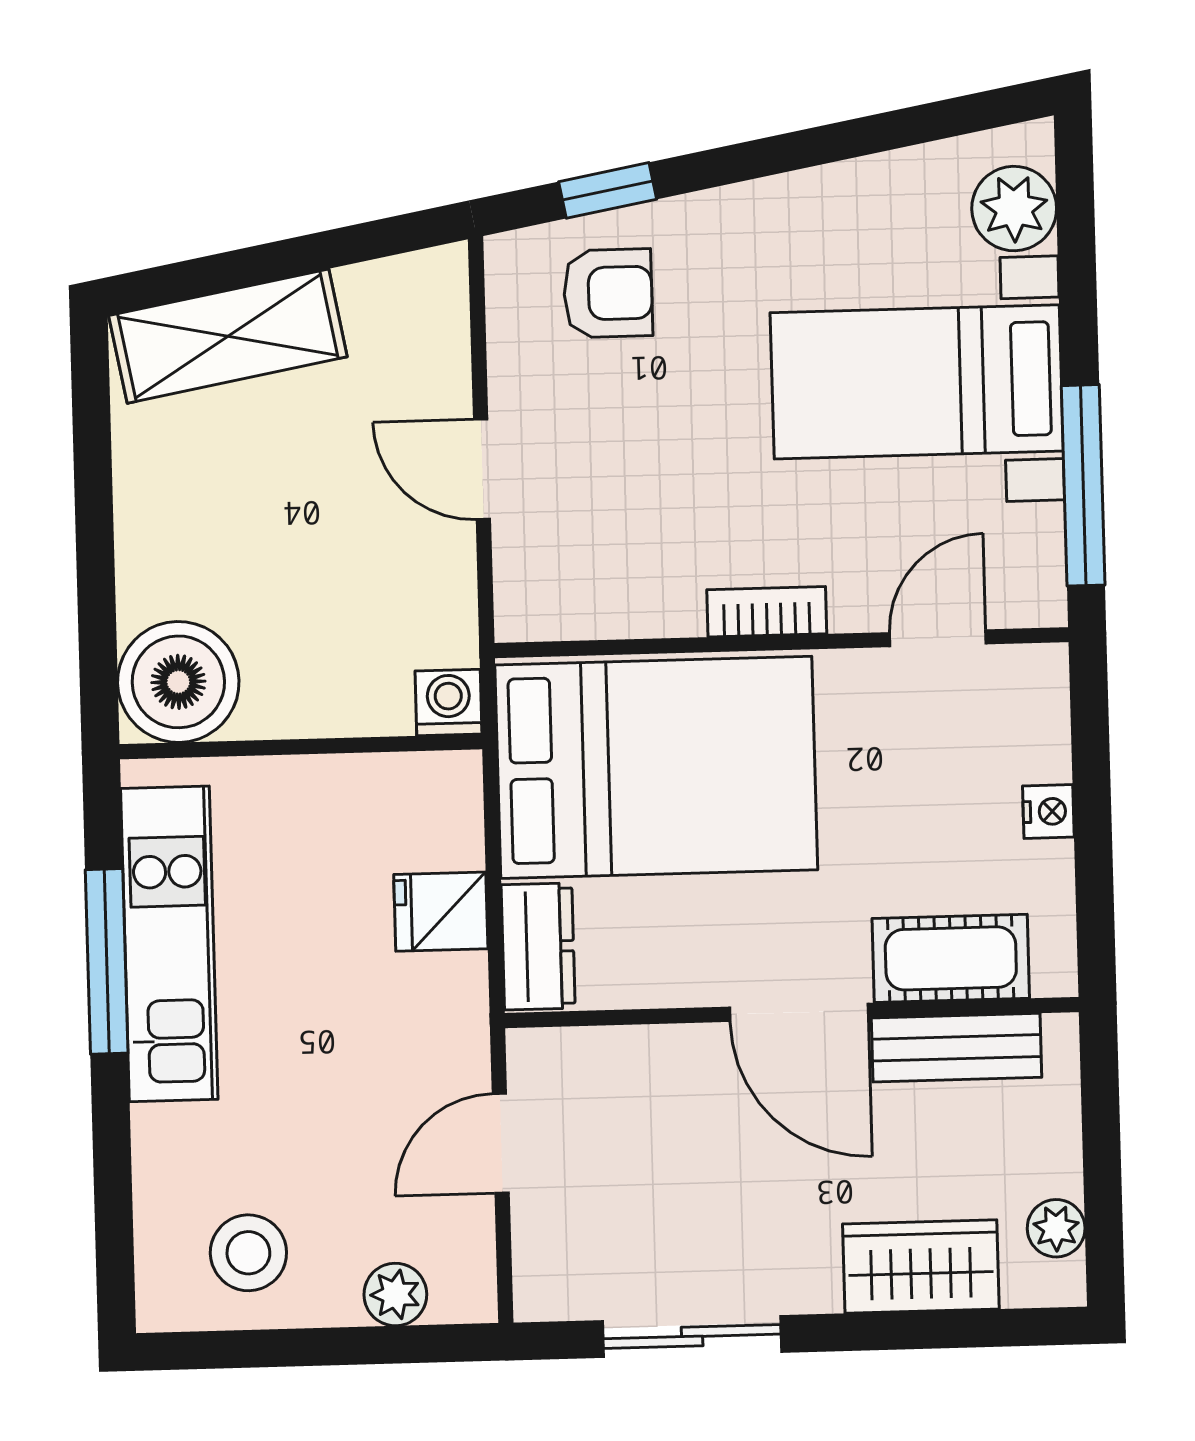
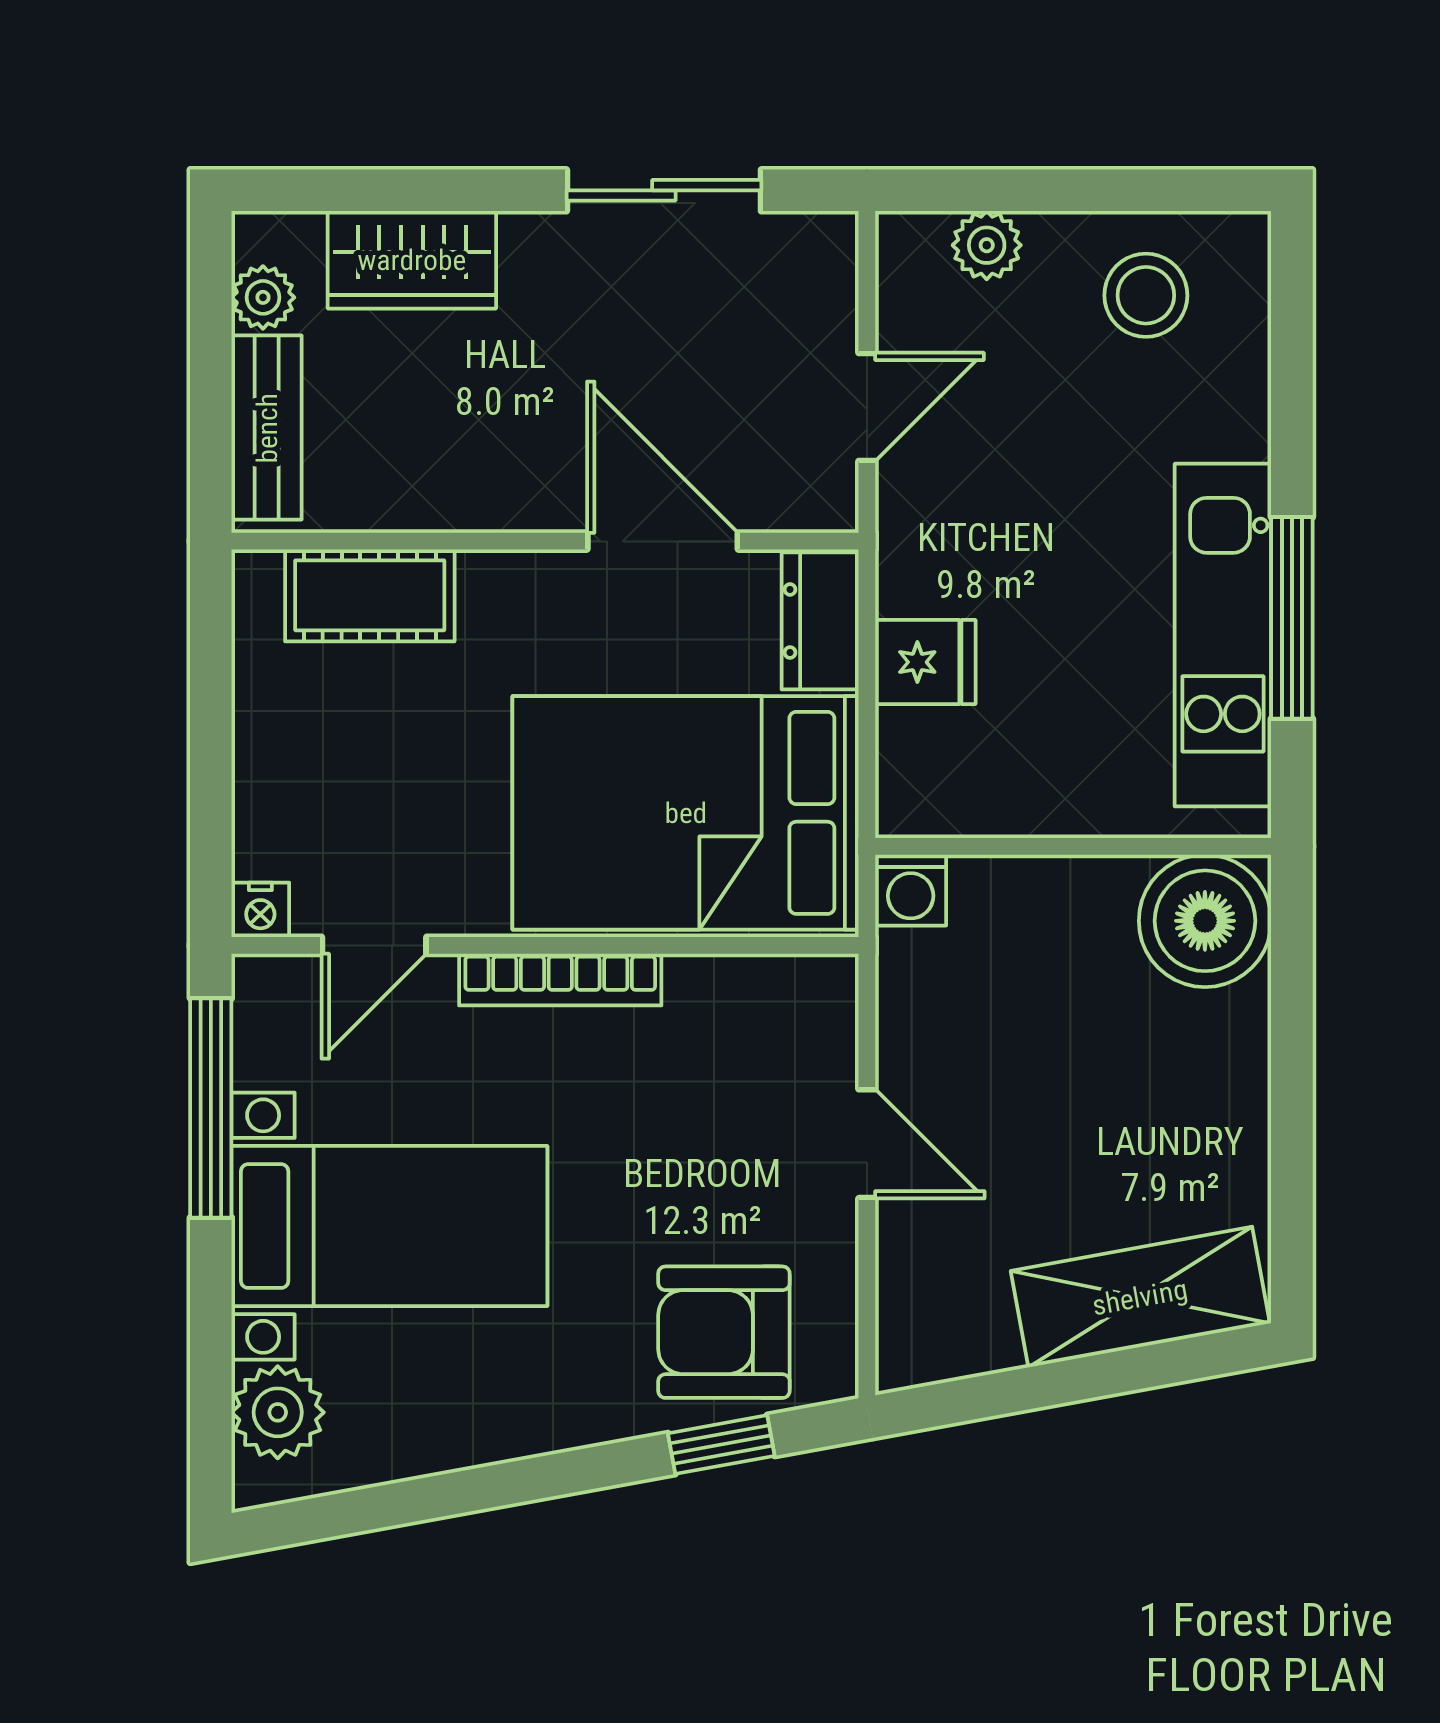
armchair: (608, 293) -> (724, 1332), width x1.38, depth x1.38
bookcase: (767, 612) -> (560, 980), width x1.56
nightstand: (1048, 811) -> (260, 910), moved, turned -90
door: (799, 1012) -> (663, 541), moved
bench: (956, 1048) -> (267, 428), moved, turned 90

